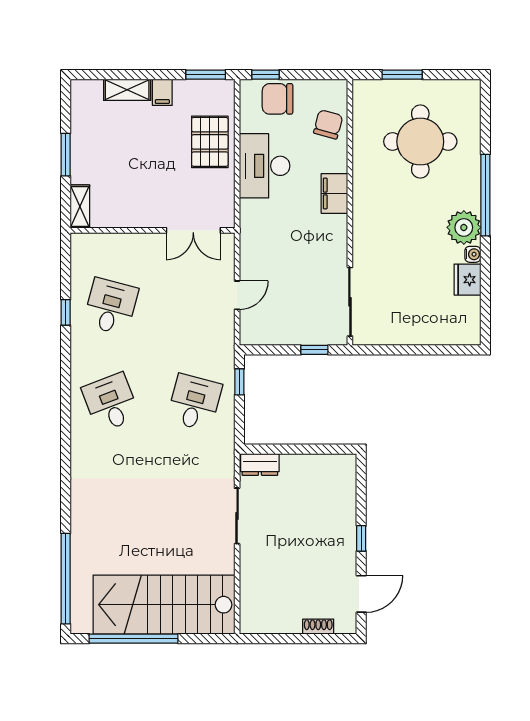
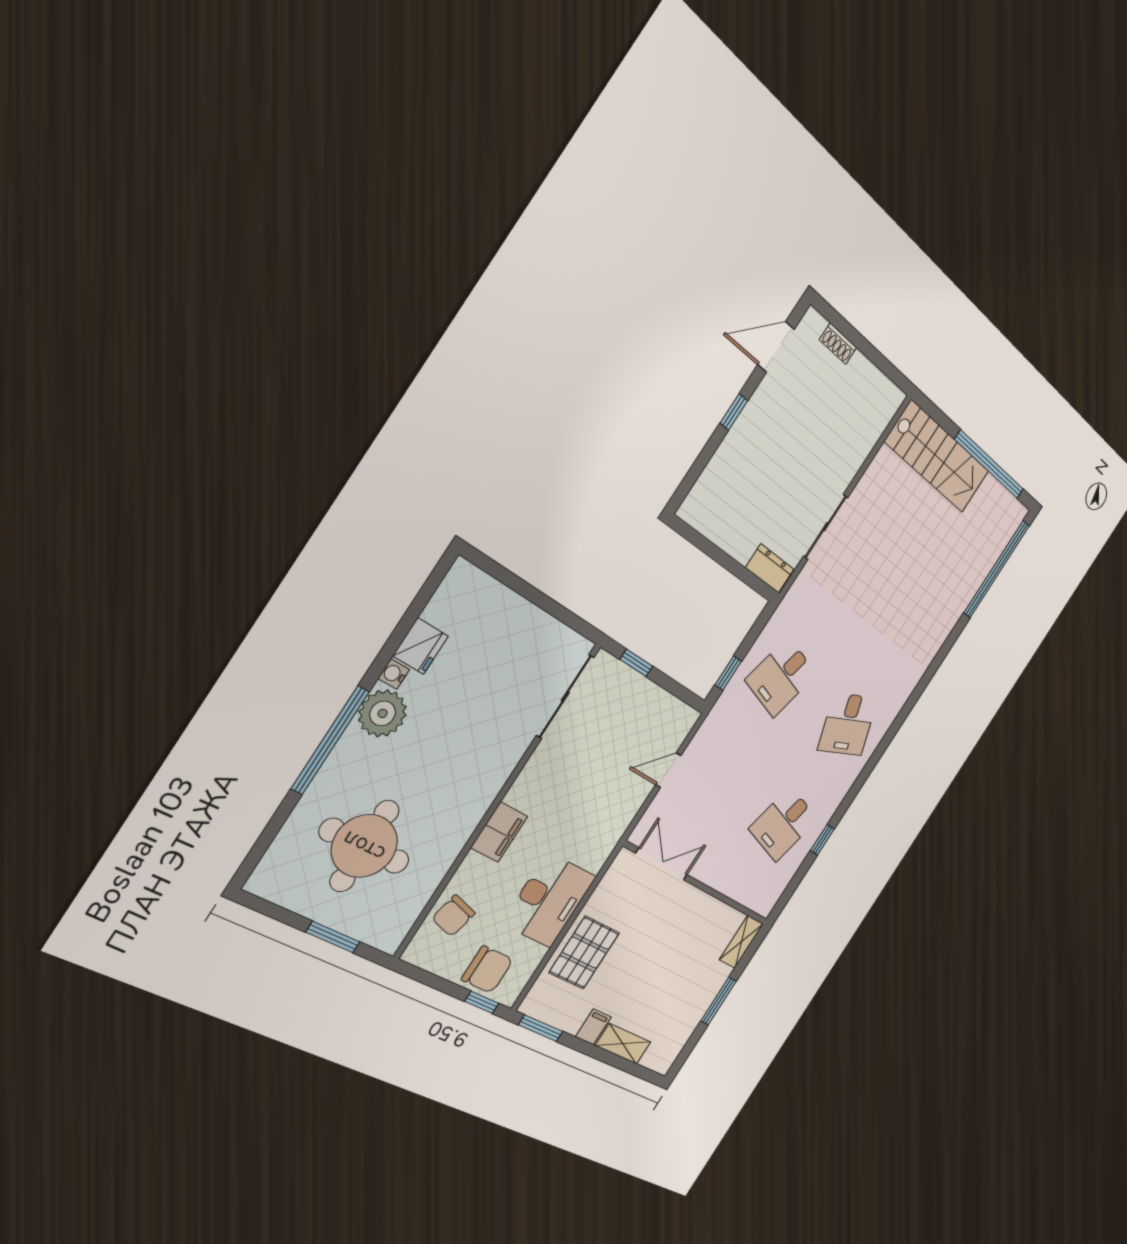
stairs: (164, 605) -> (937, 457), width x0.73, depth x0.66

